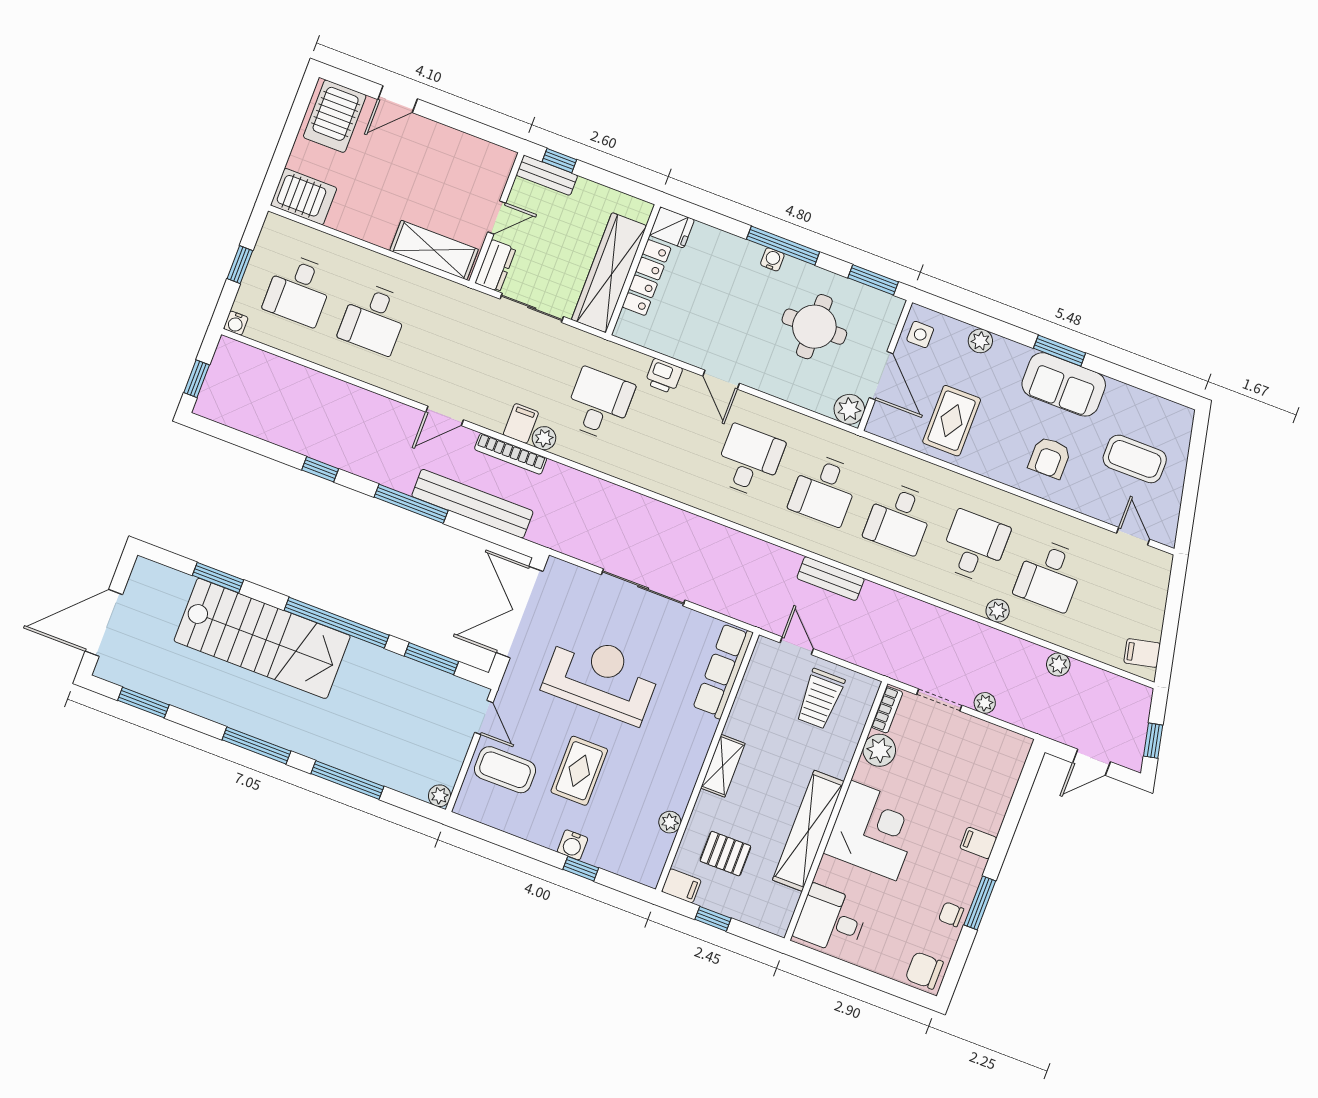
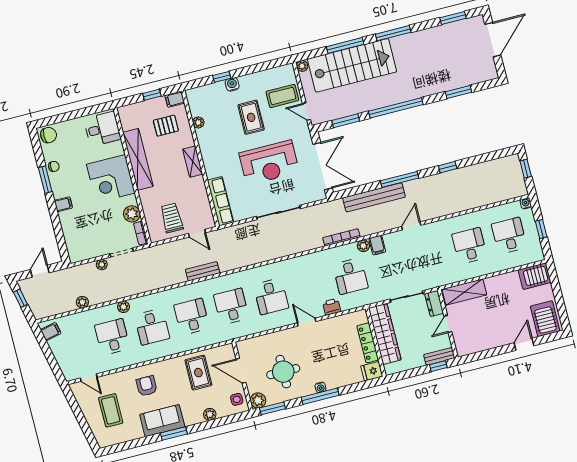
plant: (849, 409) -> (258, 400), moved
bookcase: (511, 454) -> (341, 237), moved
coffee table: (1135, 459) -> (111, 410), turned 90
stairs: (262, 638) -> (352, 65), moved, turned 180

